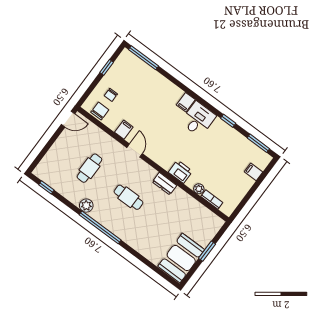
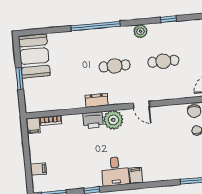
filing cabinet: (124, 130) -> (34, 126), moved
cafe table: (89, 168) -> (163, 61), turned 90
window: (46, 187) -> (168, 19), moved
plant: (199, 189) -> (113, 120), moved, width x1.88, depth x1.88
window: (100, 227) -> (95, 26), moved

